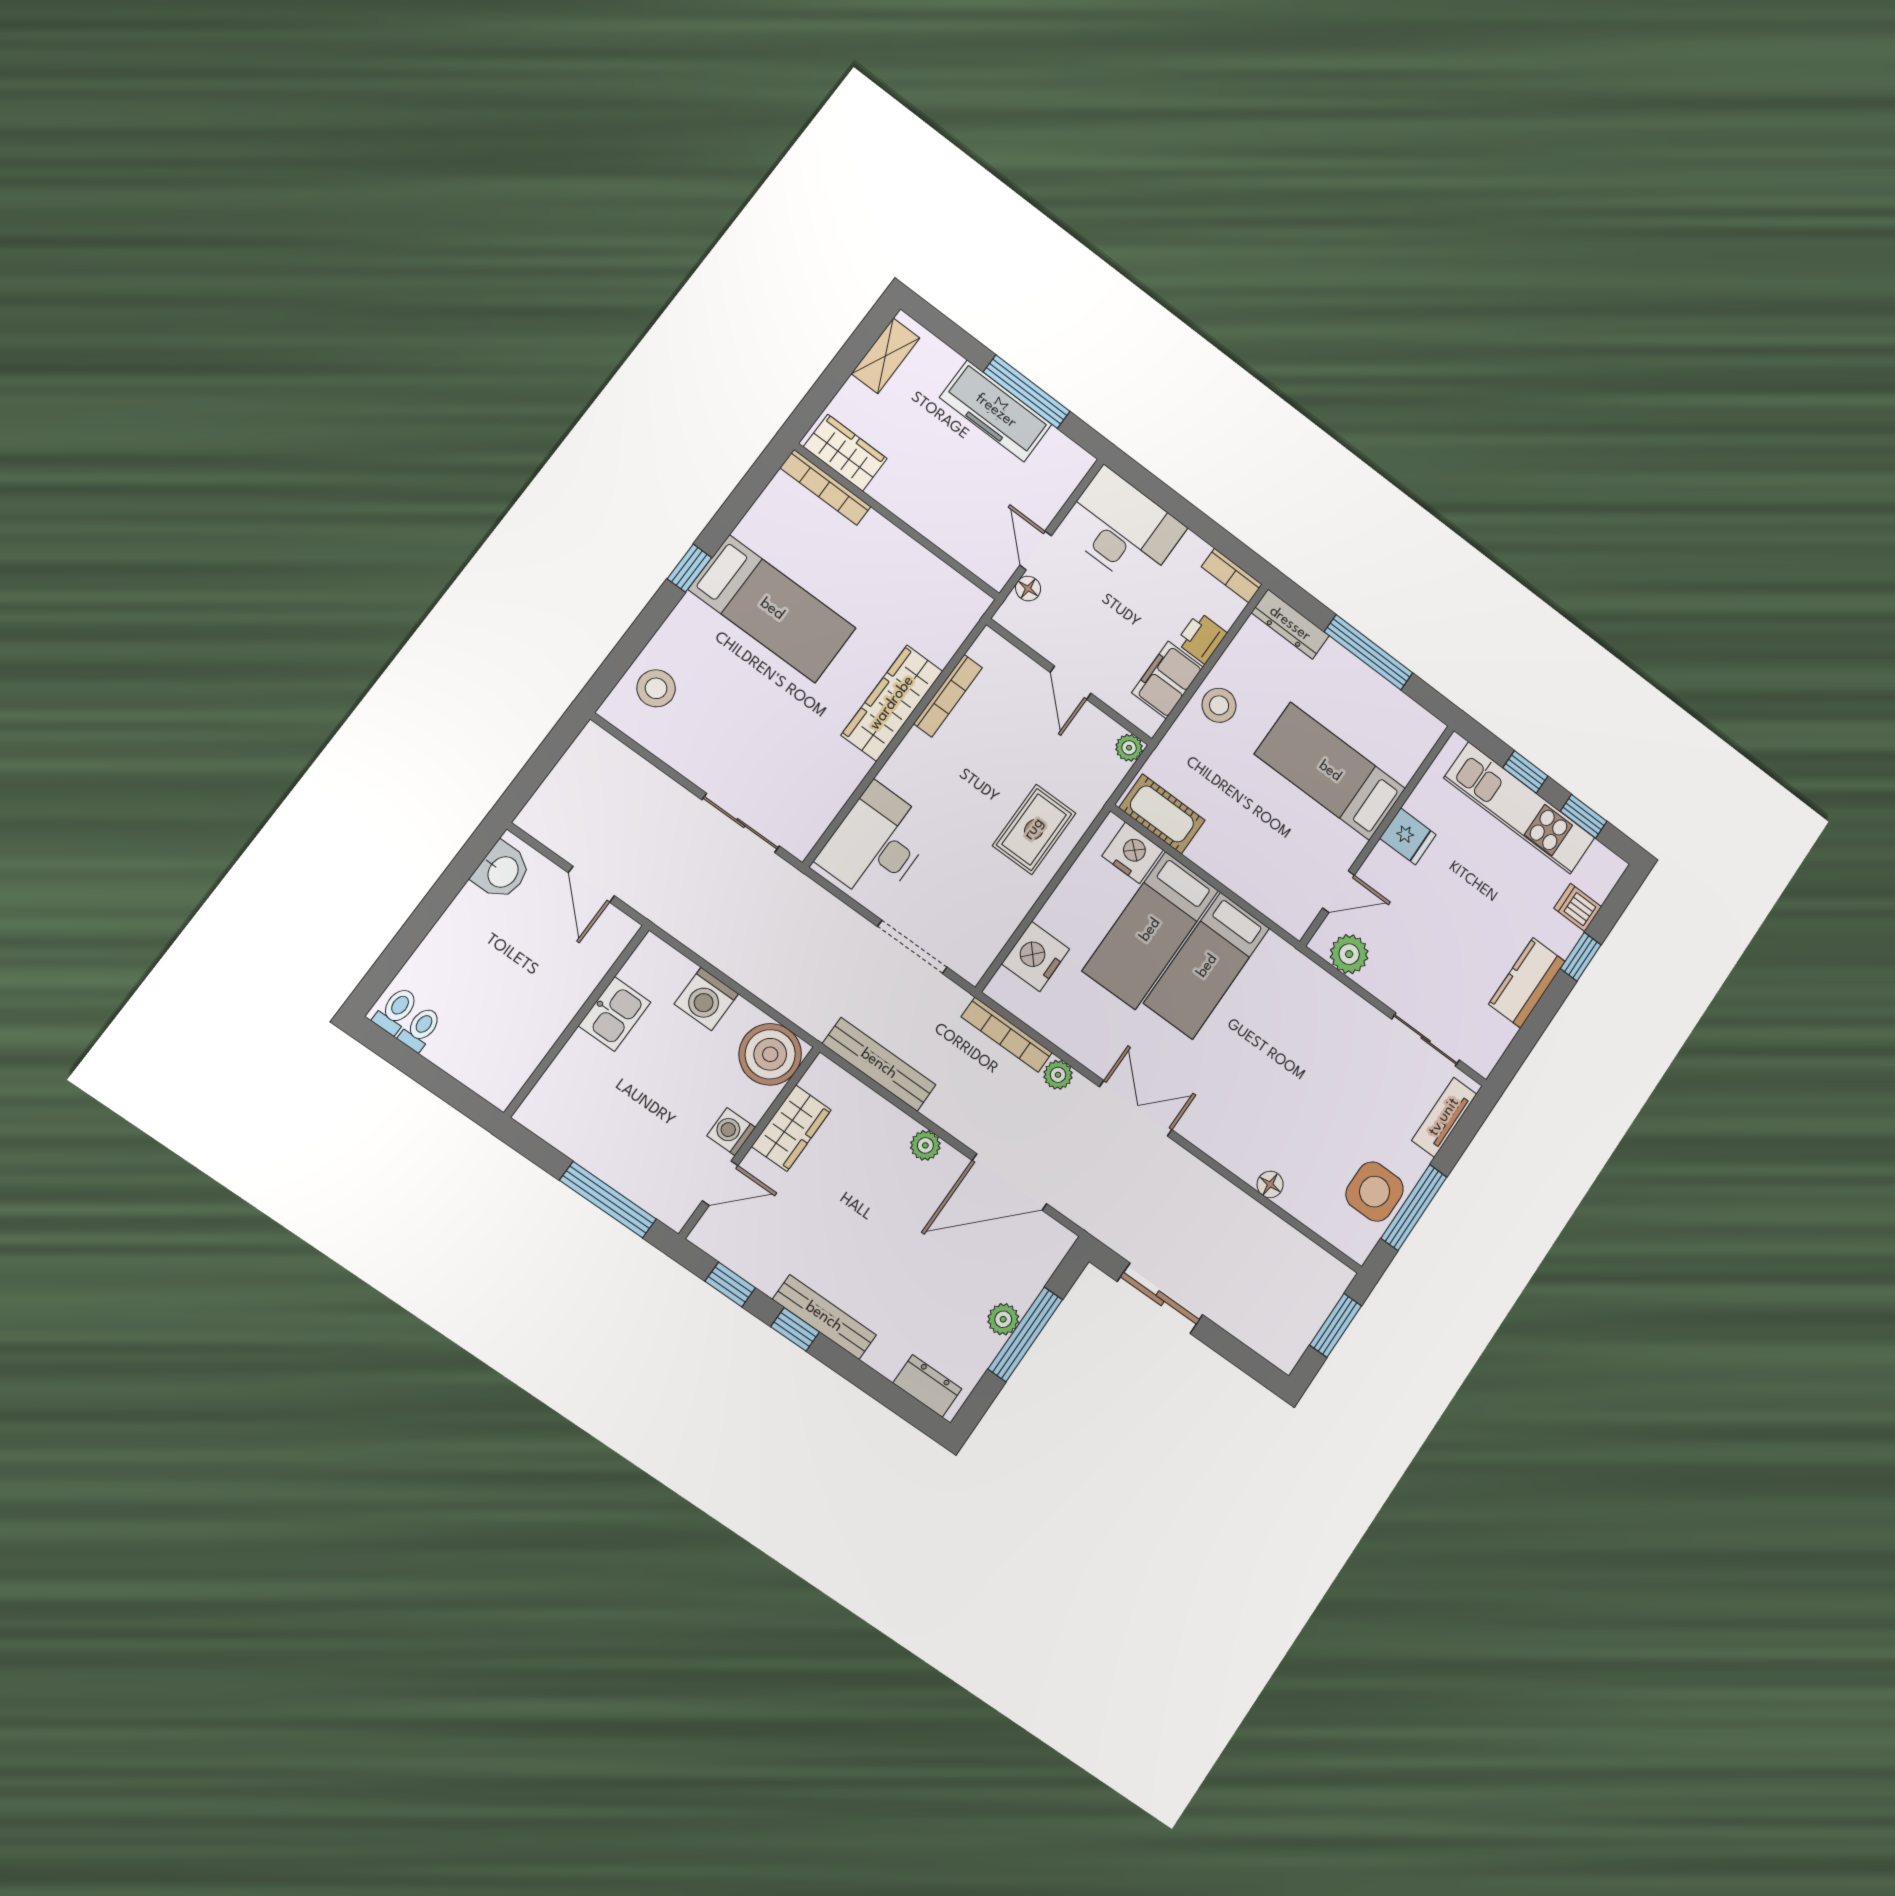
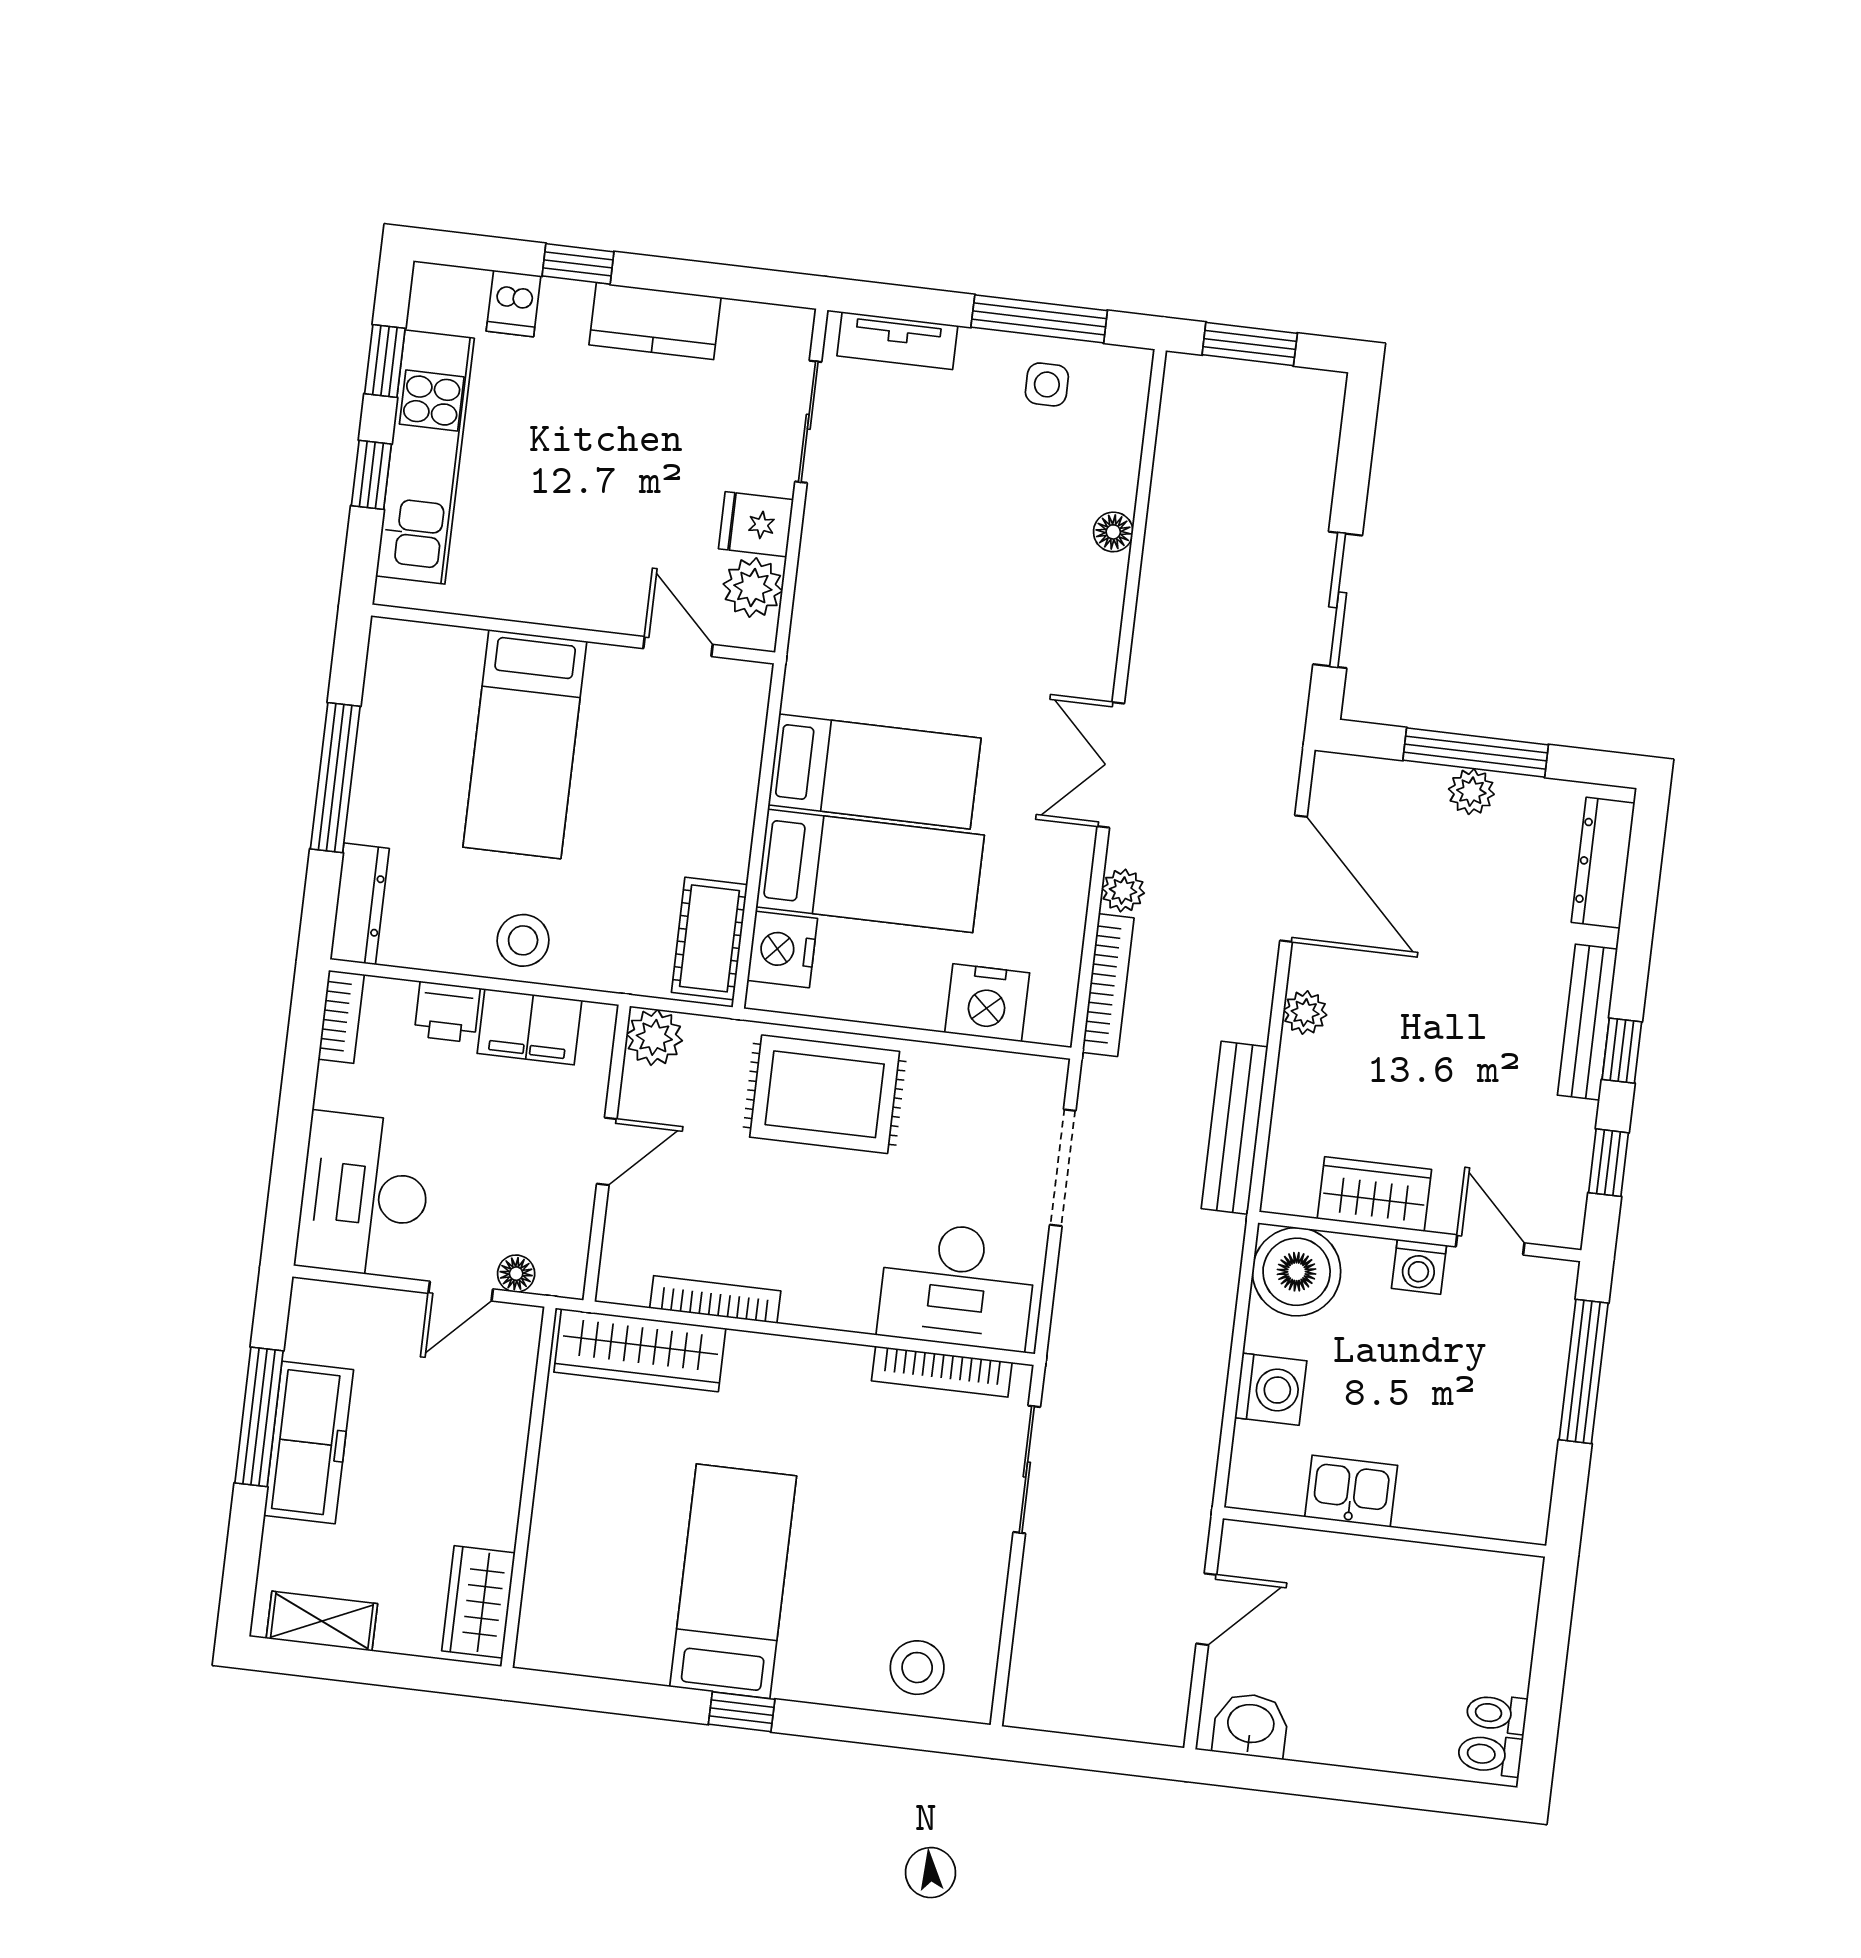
bookcase: (825, 487) -> (942, 1372), moved, turned 90
wardrobe: (892, 703) -> (640, 1350), moved
plant: (1129, 748) -> (654, 1037), width x1.38, depth x1.38
rug: (1034, 829) -> (825, 1094), width x1.36, depth x1.43
fridge: (1408, 836) -> (756, 524), moved, turned -90
side table: (1375, 1192) -> (1047, 384), width x0.54, depth x0.54
dresser: (927, 1386) -> (1603, 863), width x1.44

